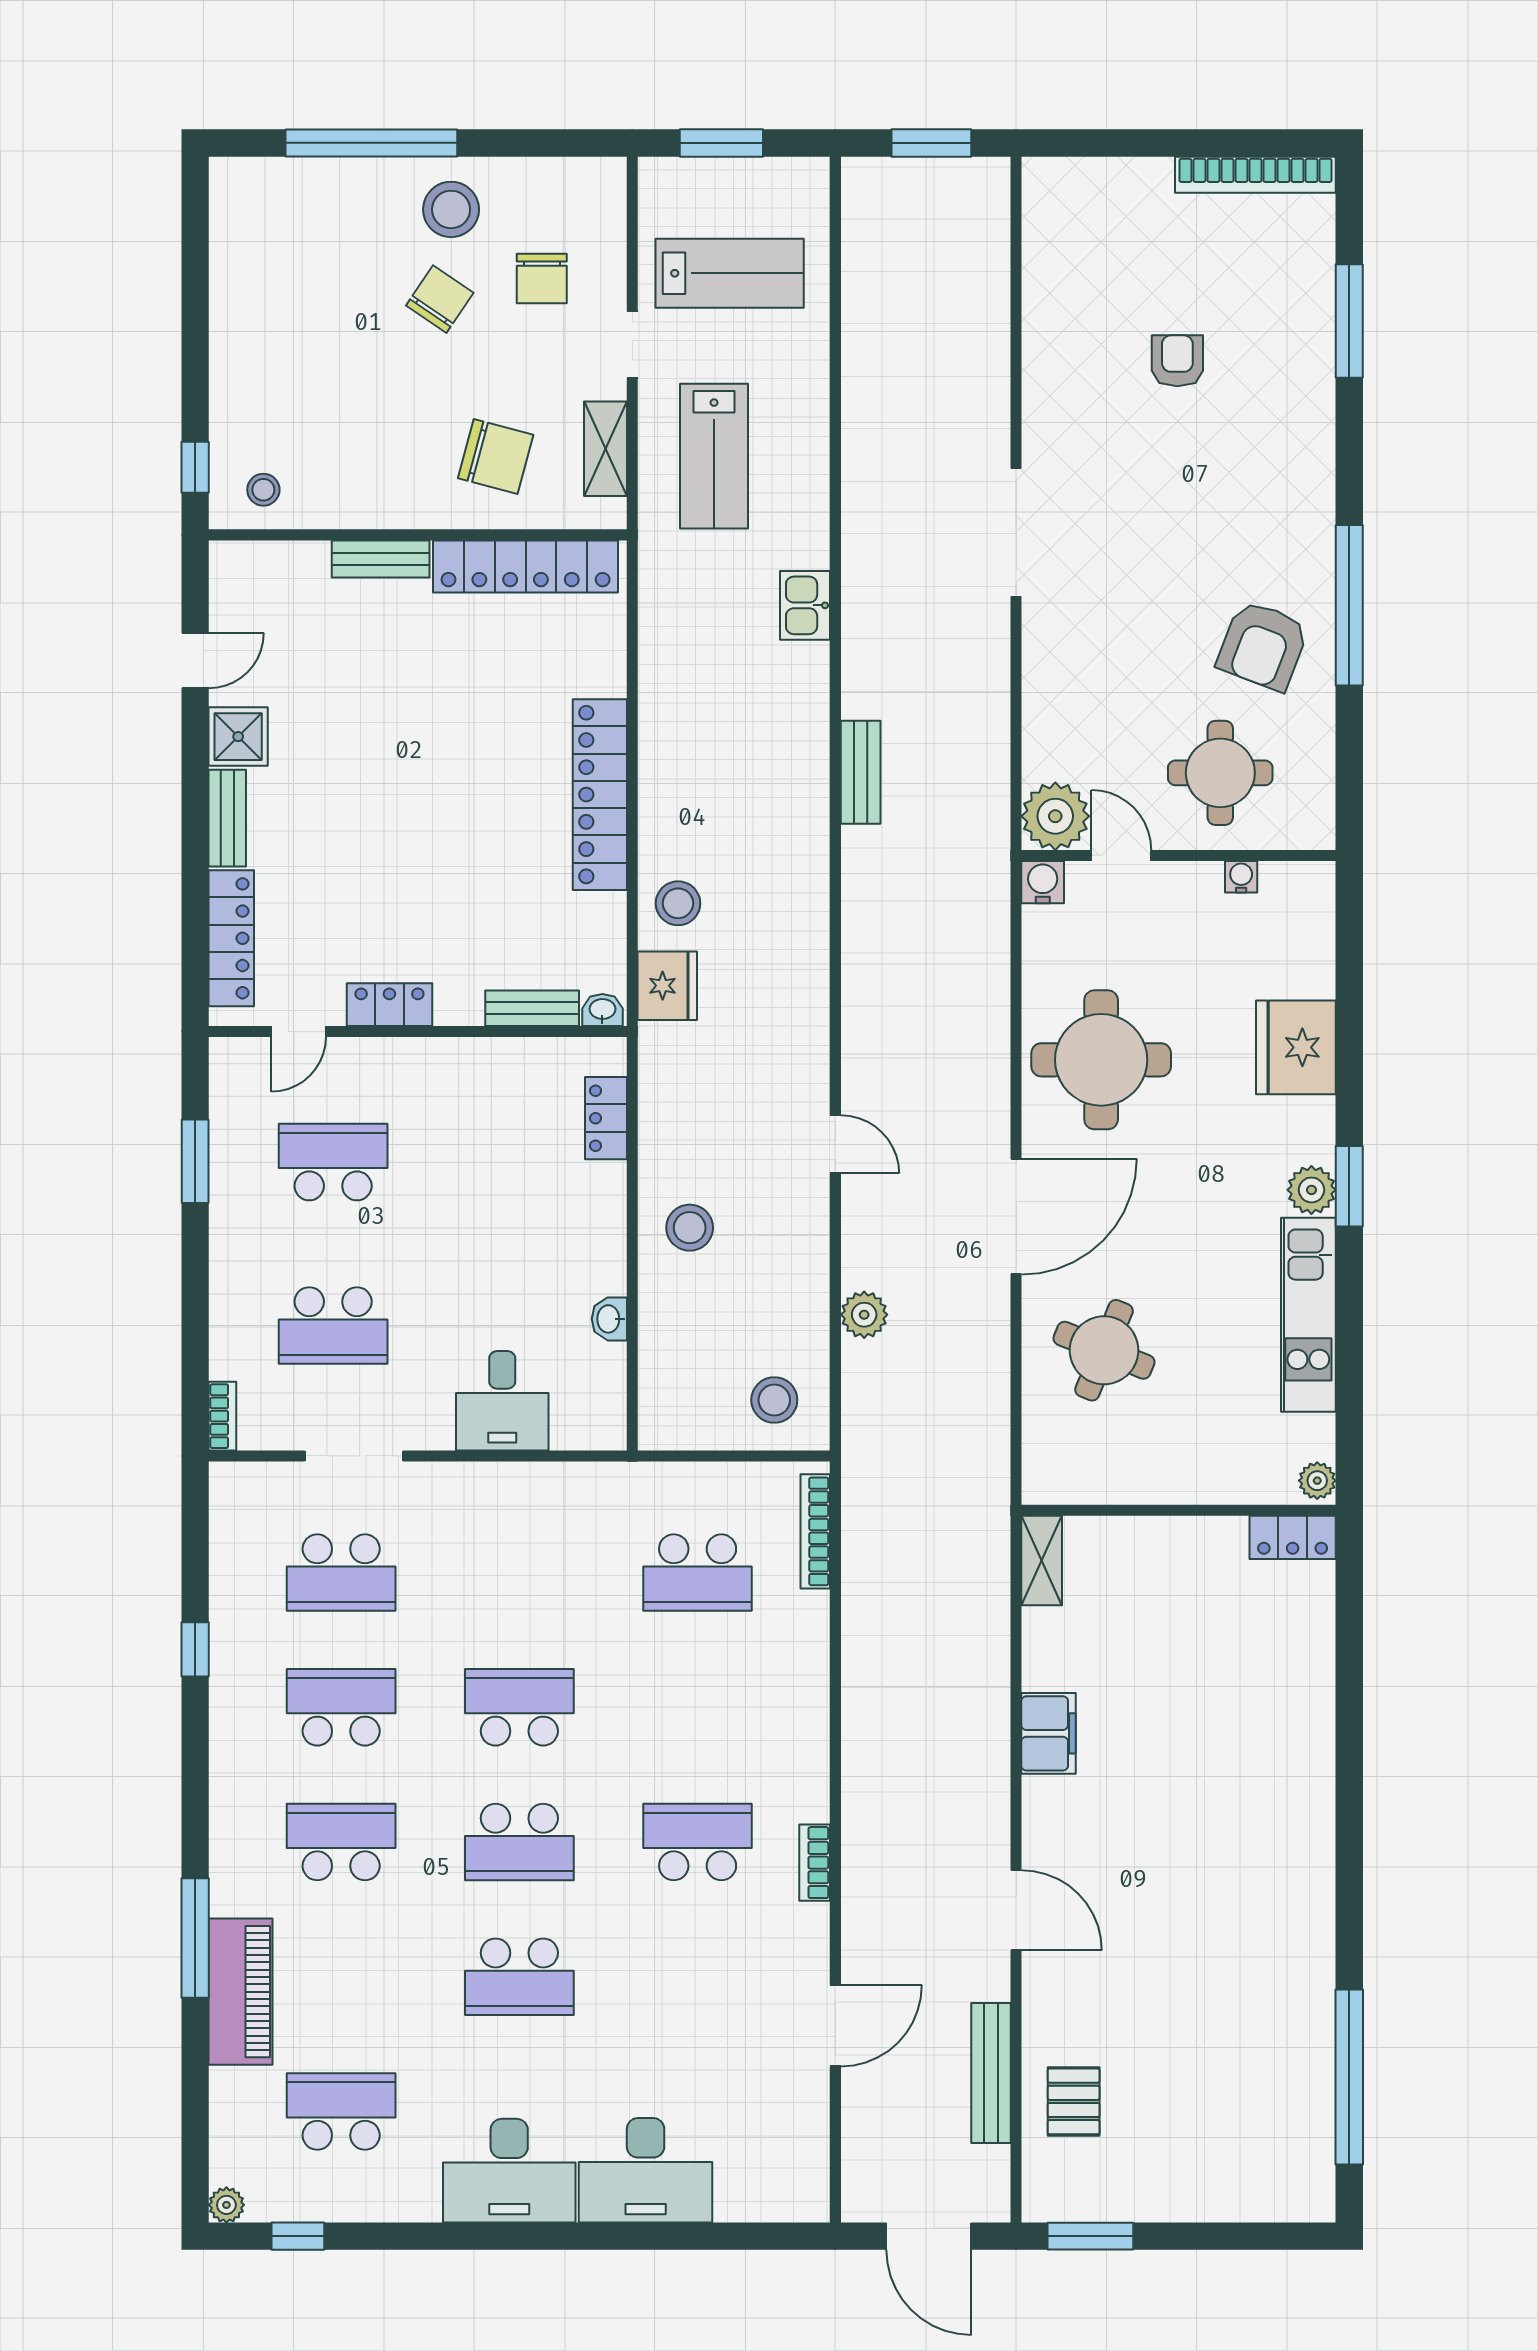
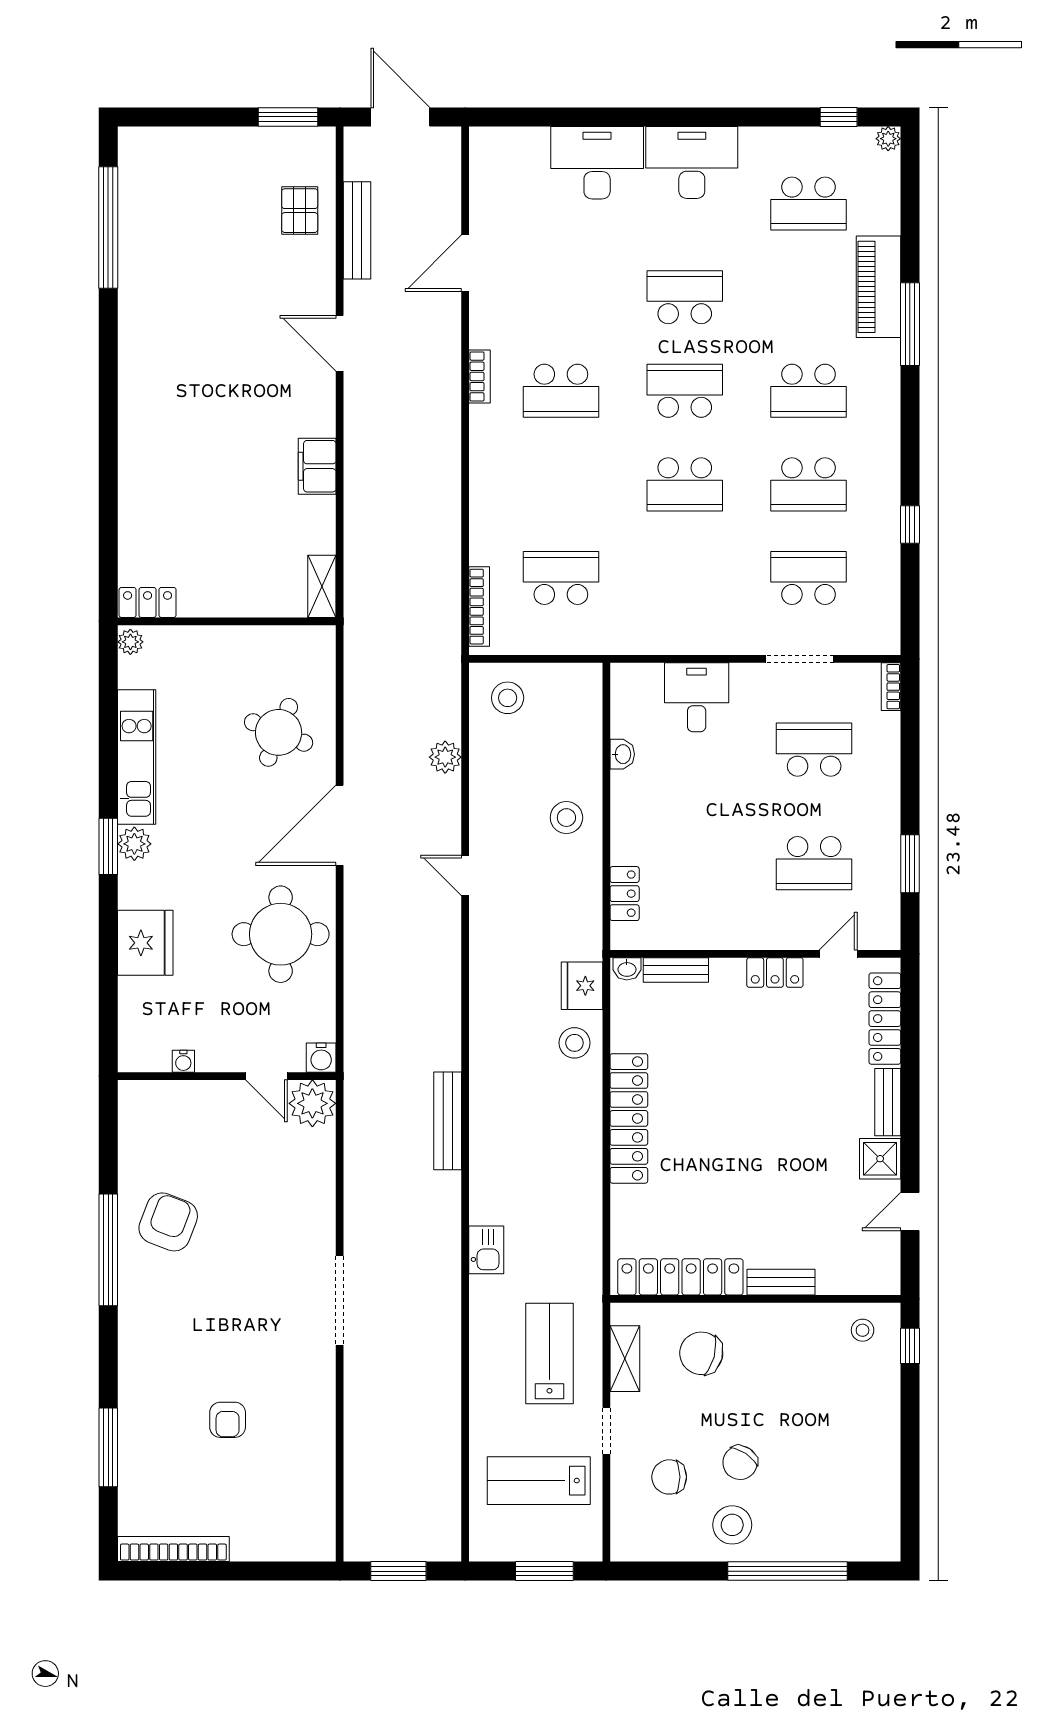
chair: (542, 278) -> (669, 1477), turned -90
bench: (861, 772) -> (448, 1121), width x1.36
round table: (1220, 773) -> (198, 1134), removed

